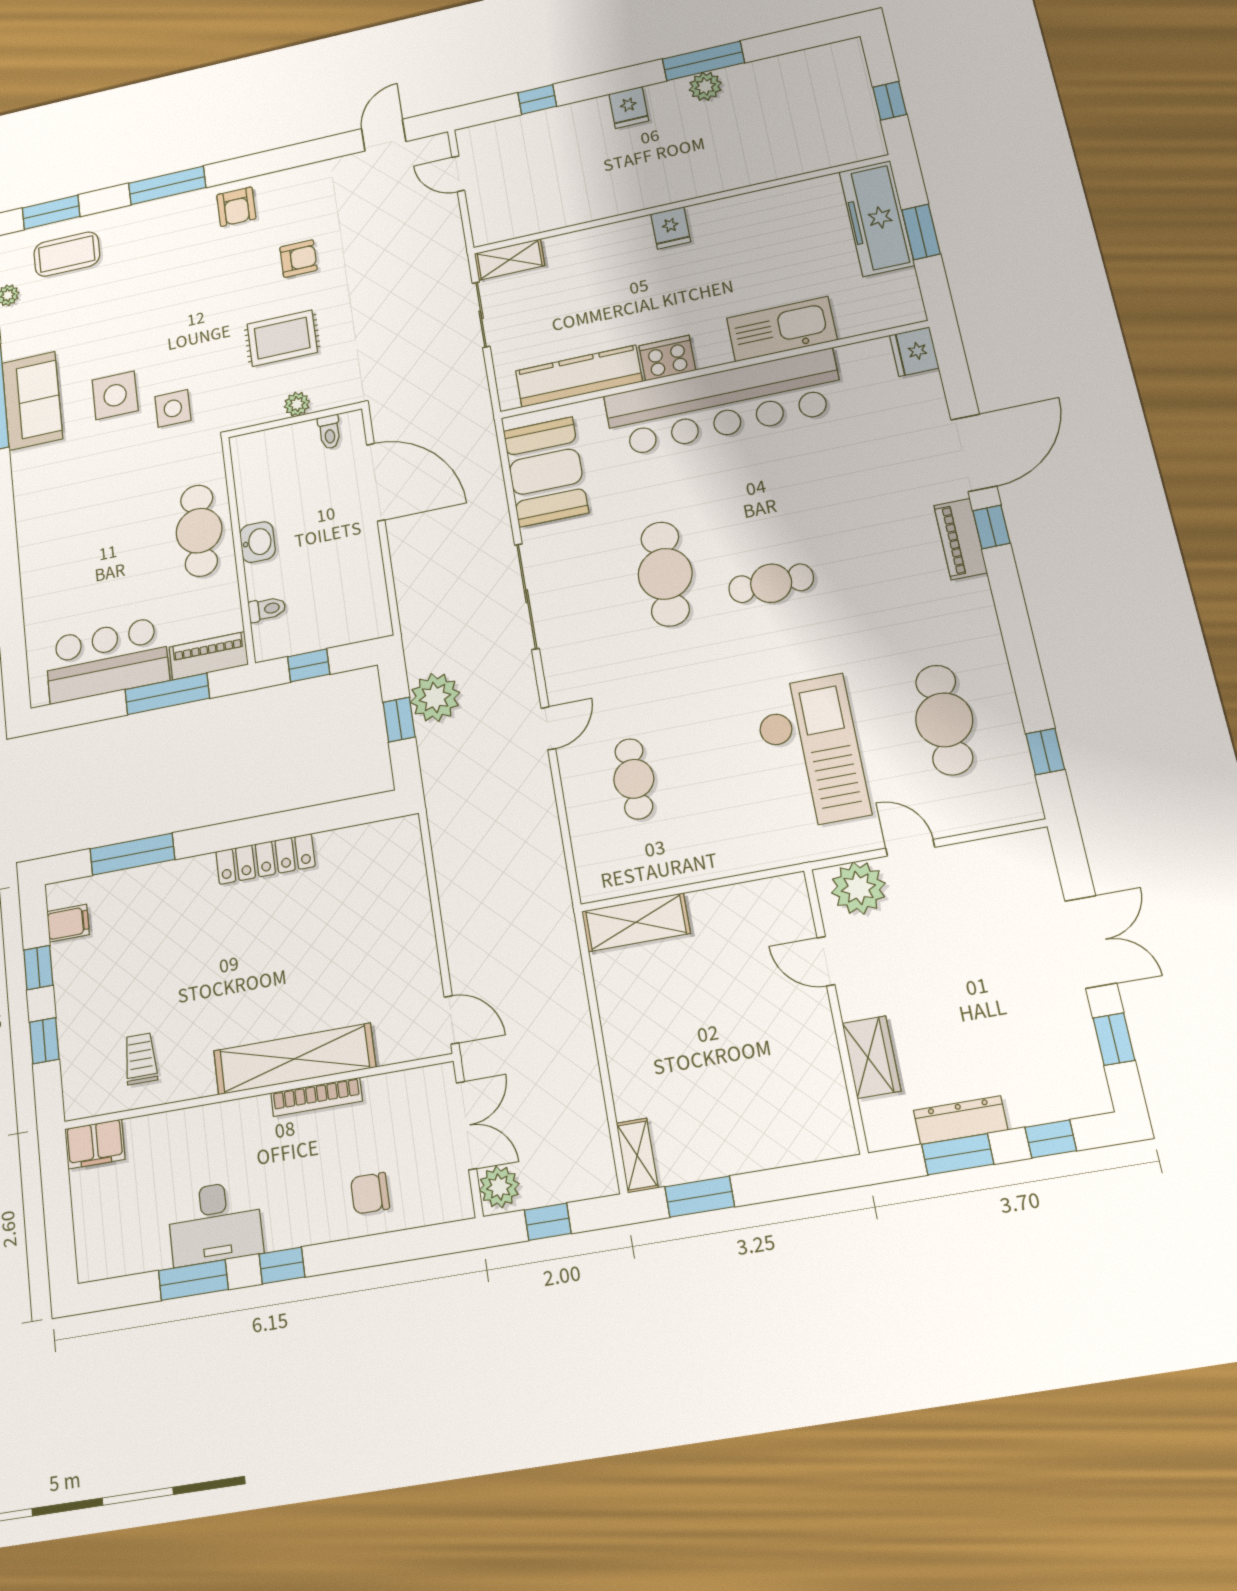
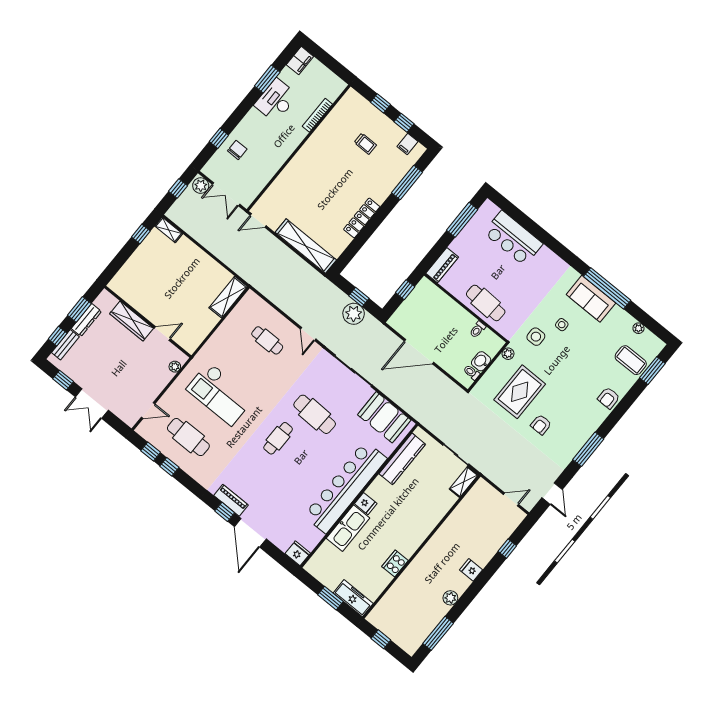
window: (703, 61) -> (438, 633), moved
window: (167, 185) -> (588, 449), moved
armchair: (236, 207) -> (609, 398), moved, turned -90
freezer: (877, 218) -> (353, 598), width x0.73, depth x0.79
fridge: (671, 228) -> (366, 504), moved, turned 180
coffee table: (67, 254) -> (631, 360), turned 90
rug: (282, 338) -> (520, 392), width x1.36, depth x1.43
cooker: (667, 358) -> (395, 563), moved, turned 180
side table: (115, 395) -> (562, 325), width x0.54, depth x0.54
plant: (297, 404) -> (508, 354), moved
door: (376, 482) -> (419, 352), moved
washbasin: (258, 542) -> (481, 361), moved, turned 90
toilet: (267, 609) -> (478, 330), moved
bar counter: (107, 660) -> (513, 238), moved, turned 90
window: (1031, 693) -> (169, 467), added
window: (167, 694) -> (462, 220), moved
door: (910, 848) -> (148, 410), moved
plant: (858, 888) -> (175, 367), width x0.53, depth x0.53
wardrobe: (871, 1057) -> (132, 321), width x1.50
trolley: (141, 1059) -> (365, 144), moved
shelving: (294, 1059) -> (306, 246), moved, turned 90
bookcase: (317, 1097) -> (317, 115), moved
bench: (1049, 1107) -> (65, 345), added
filing cabinet: (95, 1144) -> (300, 61), moved, turned 180
window: (700, 1197) -> (141, 234), width x0.67
window: (282, 1265) -> (219, 138), moved

